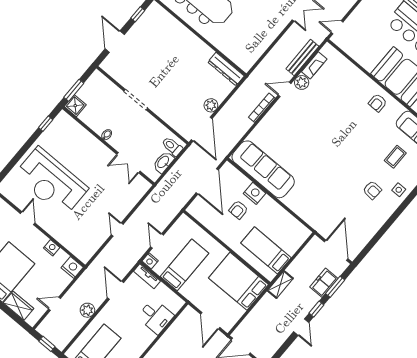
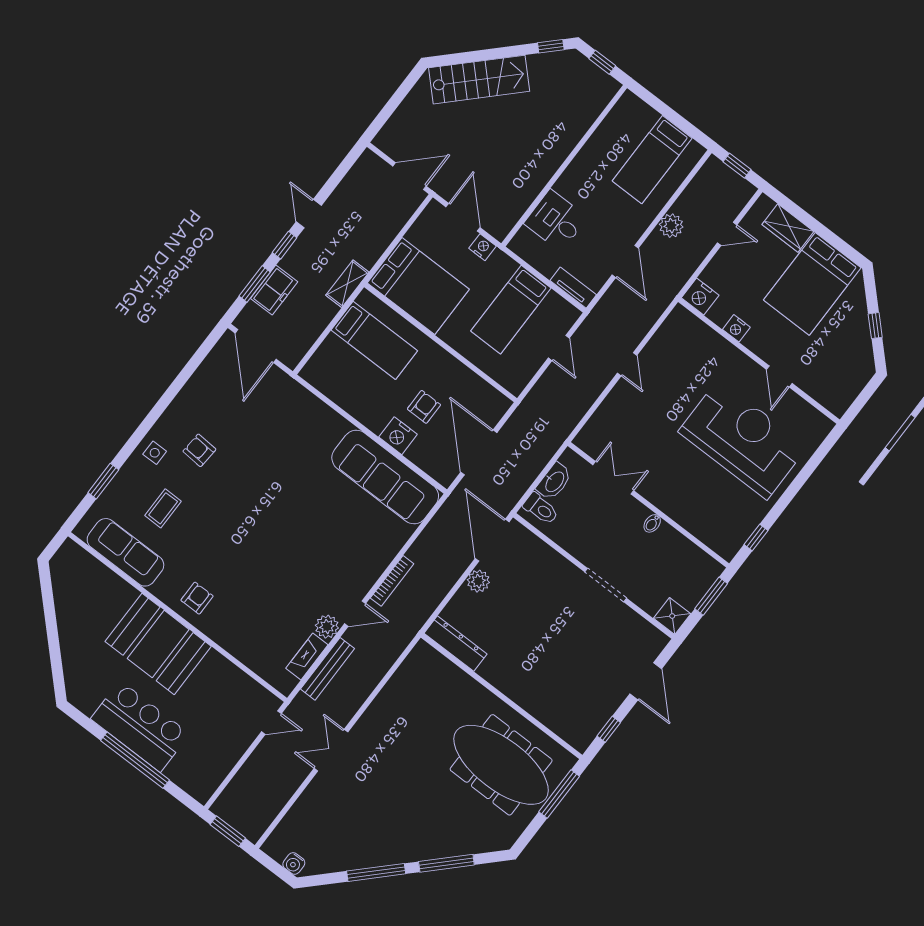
shower: (75, 106) -> (672, 616), moved
nightstand: (150, 261) -> (482, 247), moved

